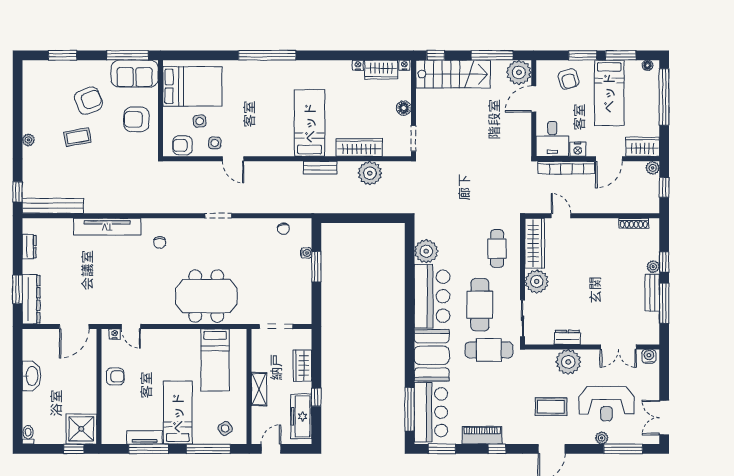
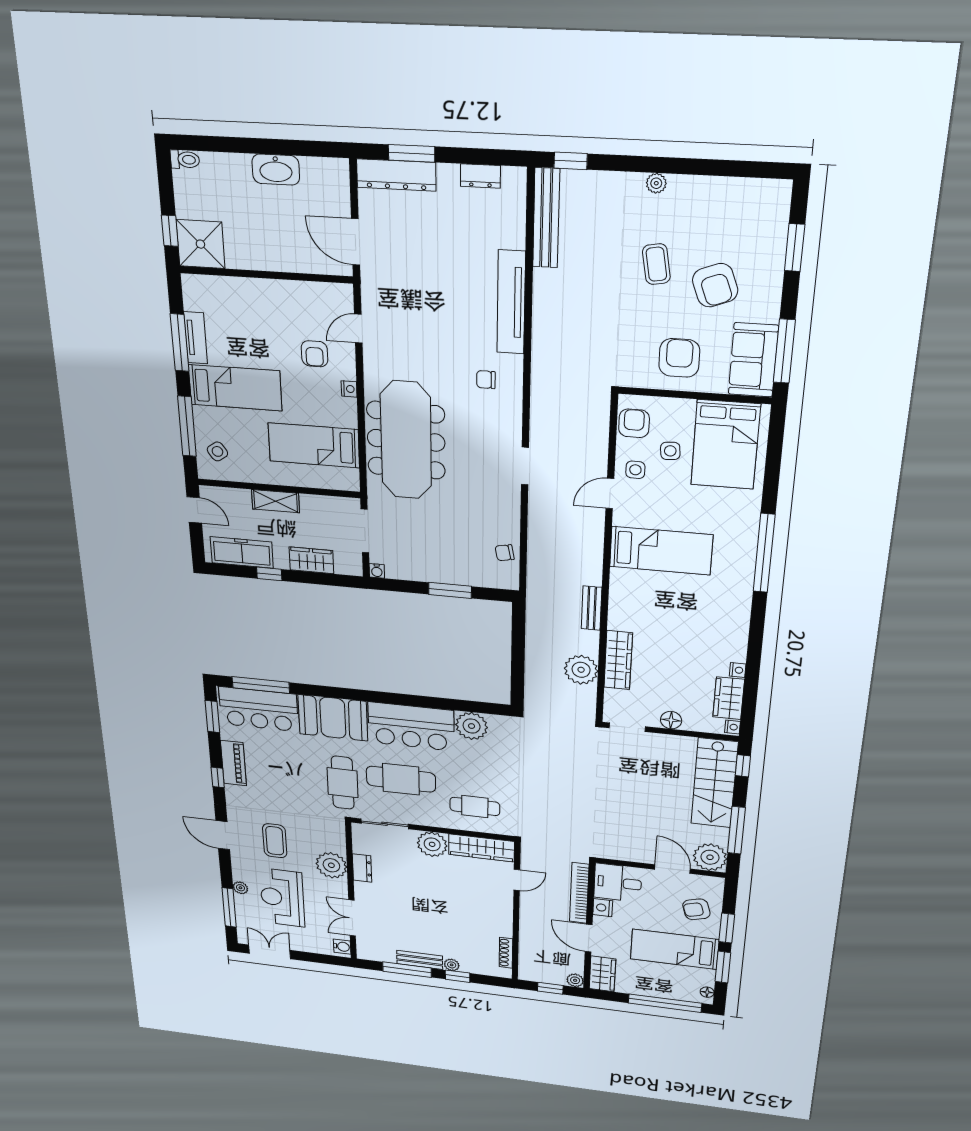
bed: (310, 123) -> (661, 551), moved
water cooler: (306, 253) -> (377, 571), moved
meeting table: (206, 296) -> (406, 440), width x1.36
nightstand: (115, 334) -> (349, 389), moved
armchair: (115, 376) -> (314, 354), moved

